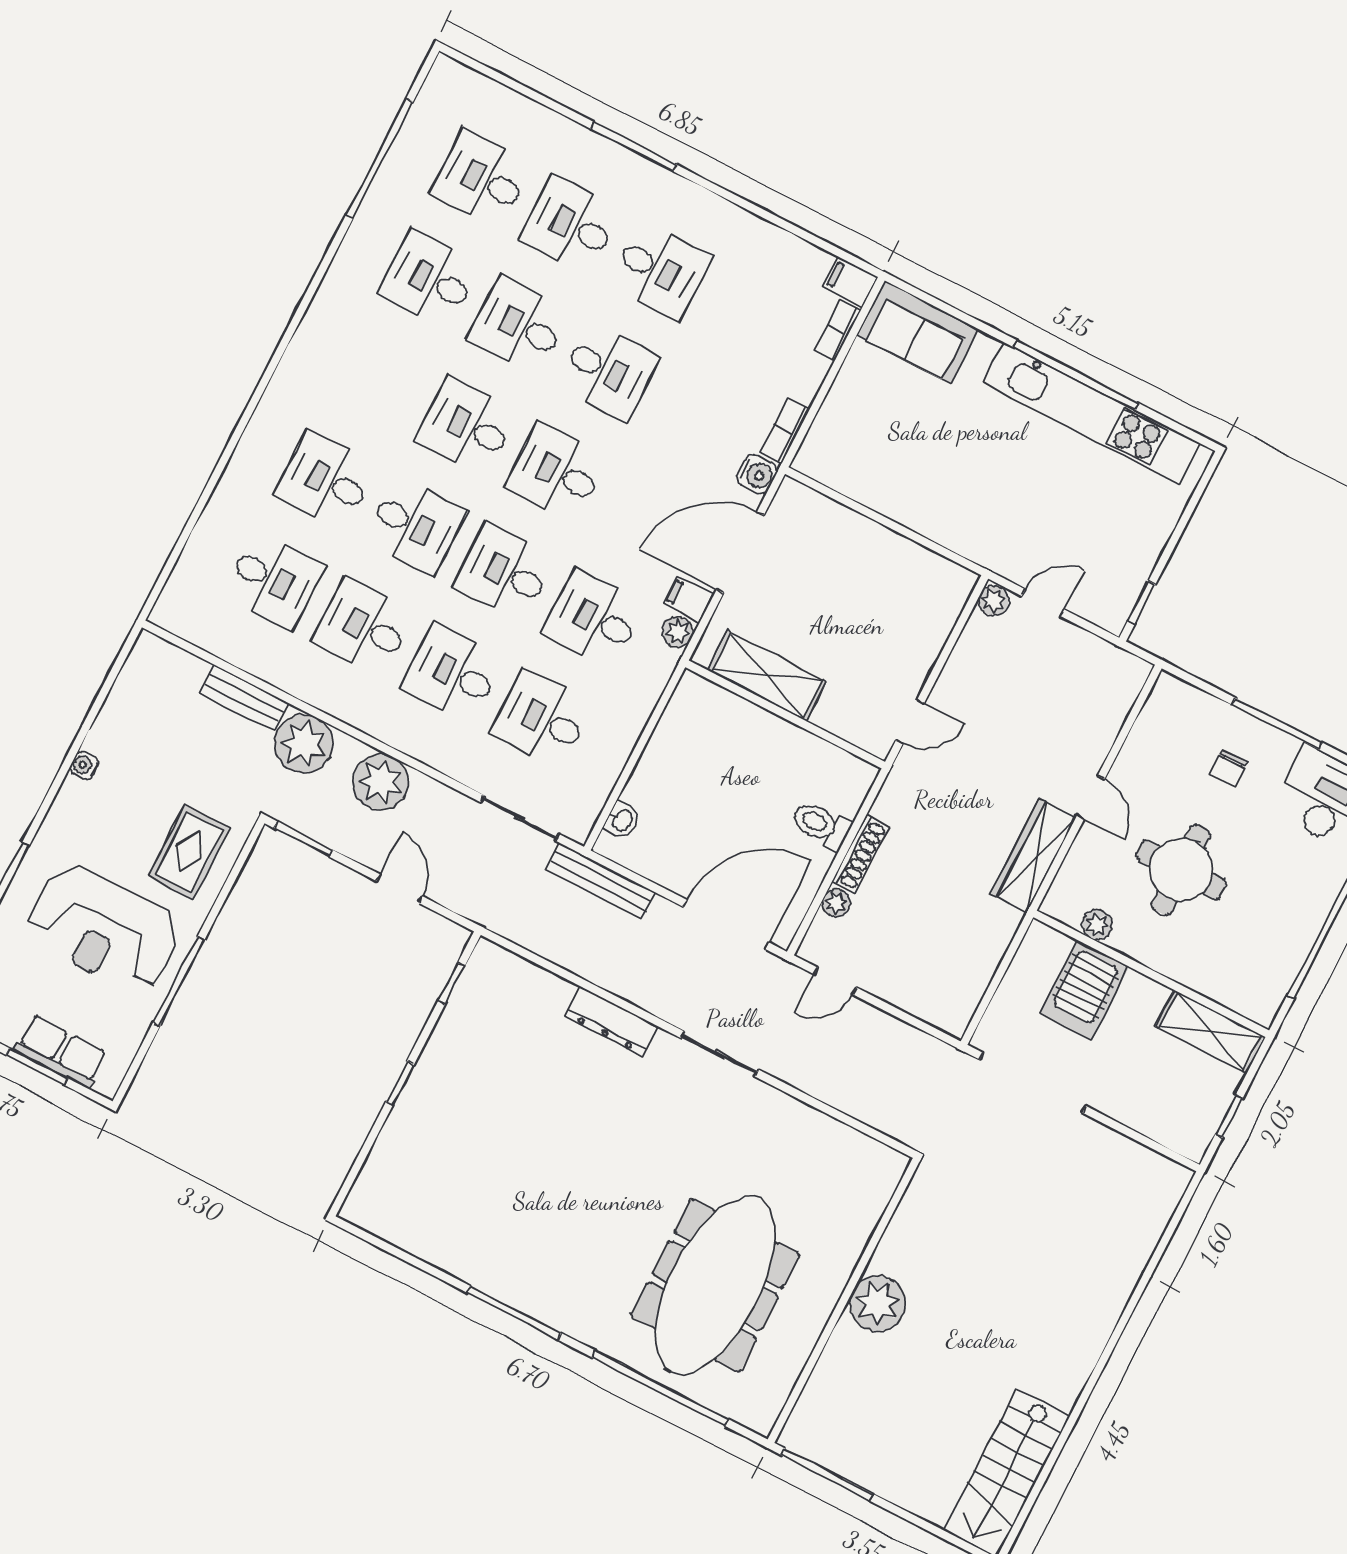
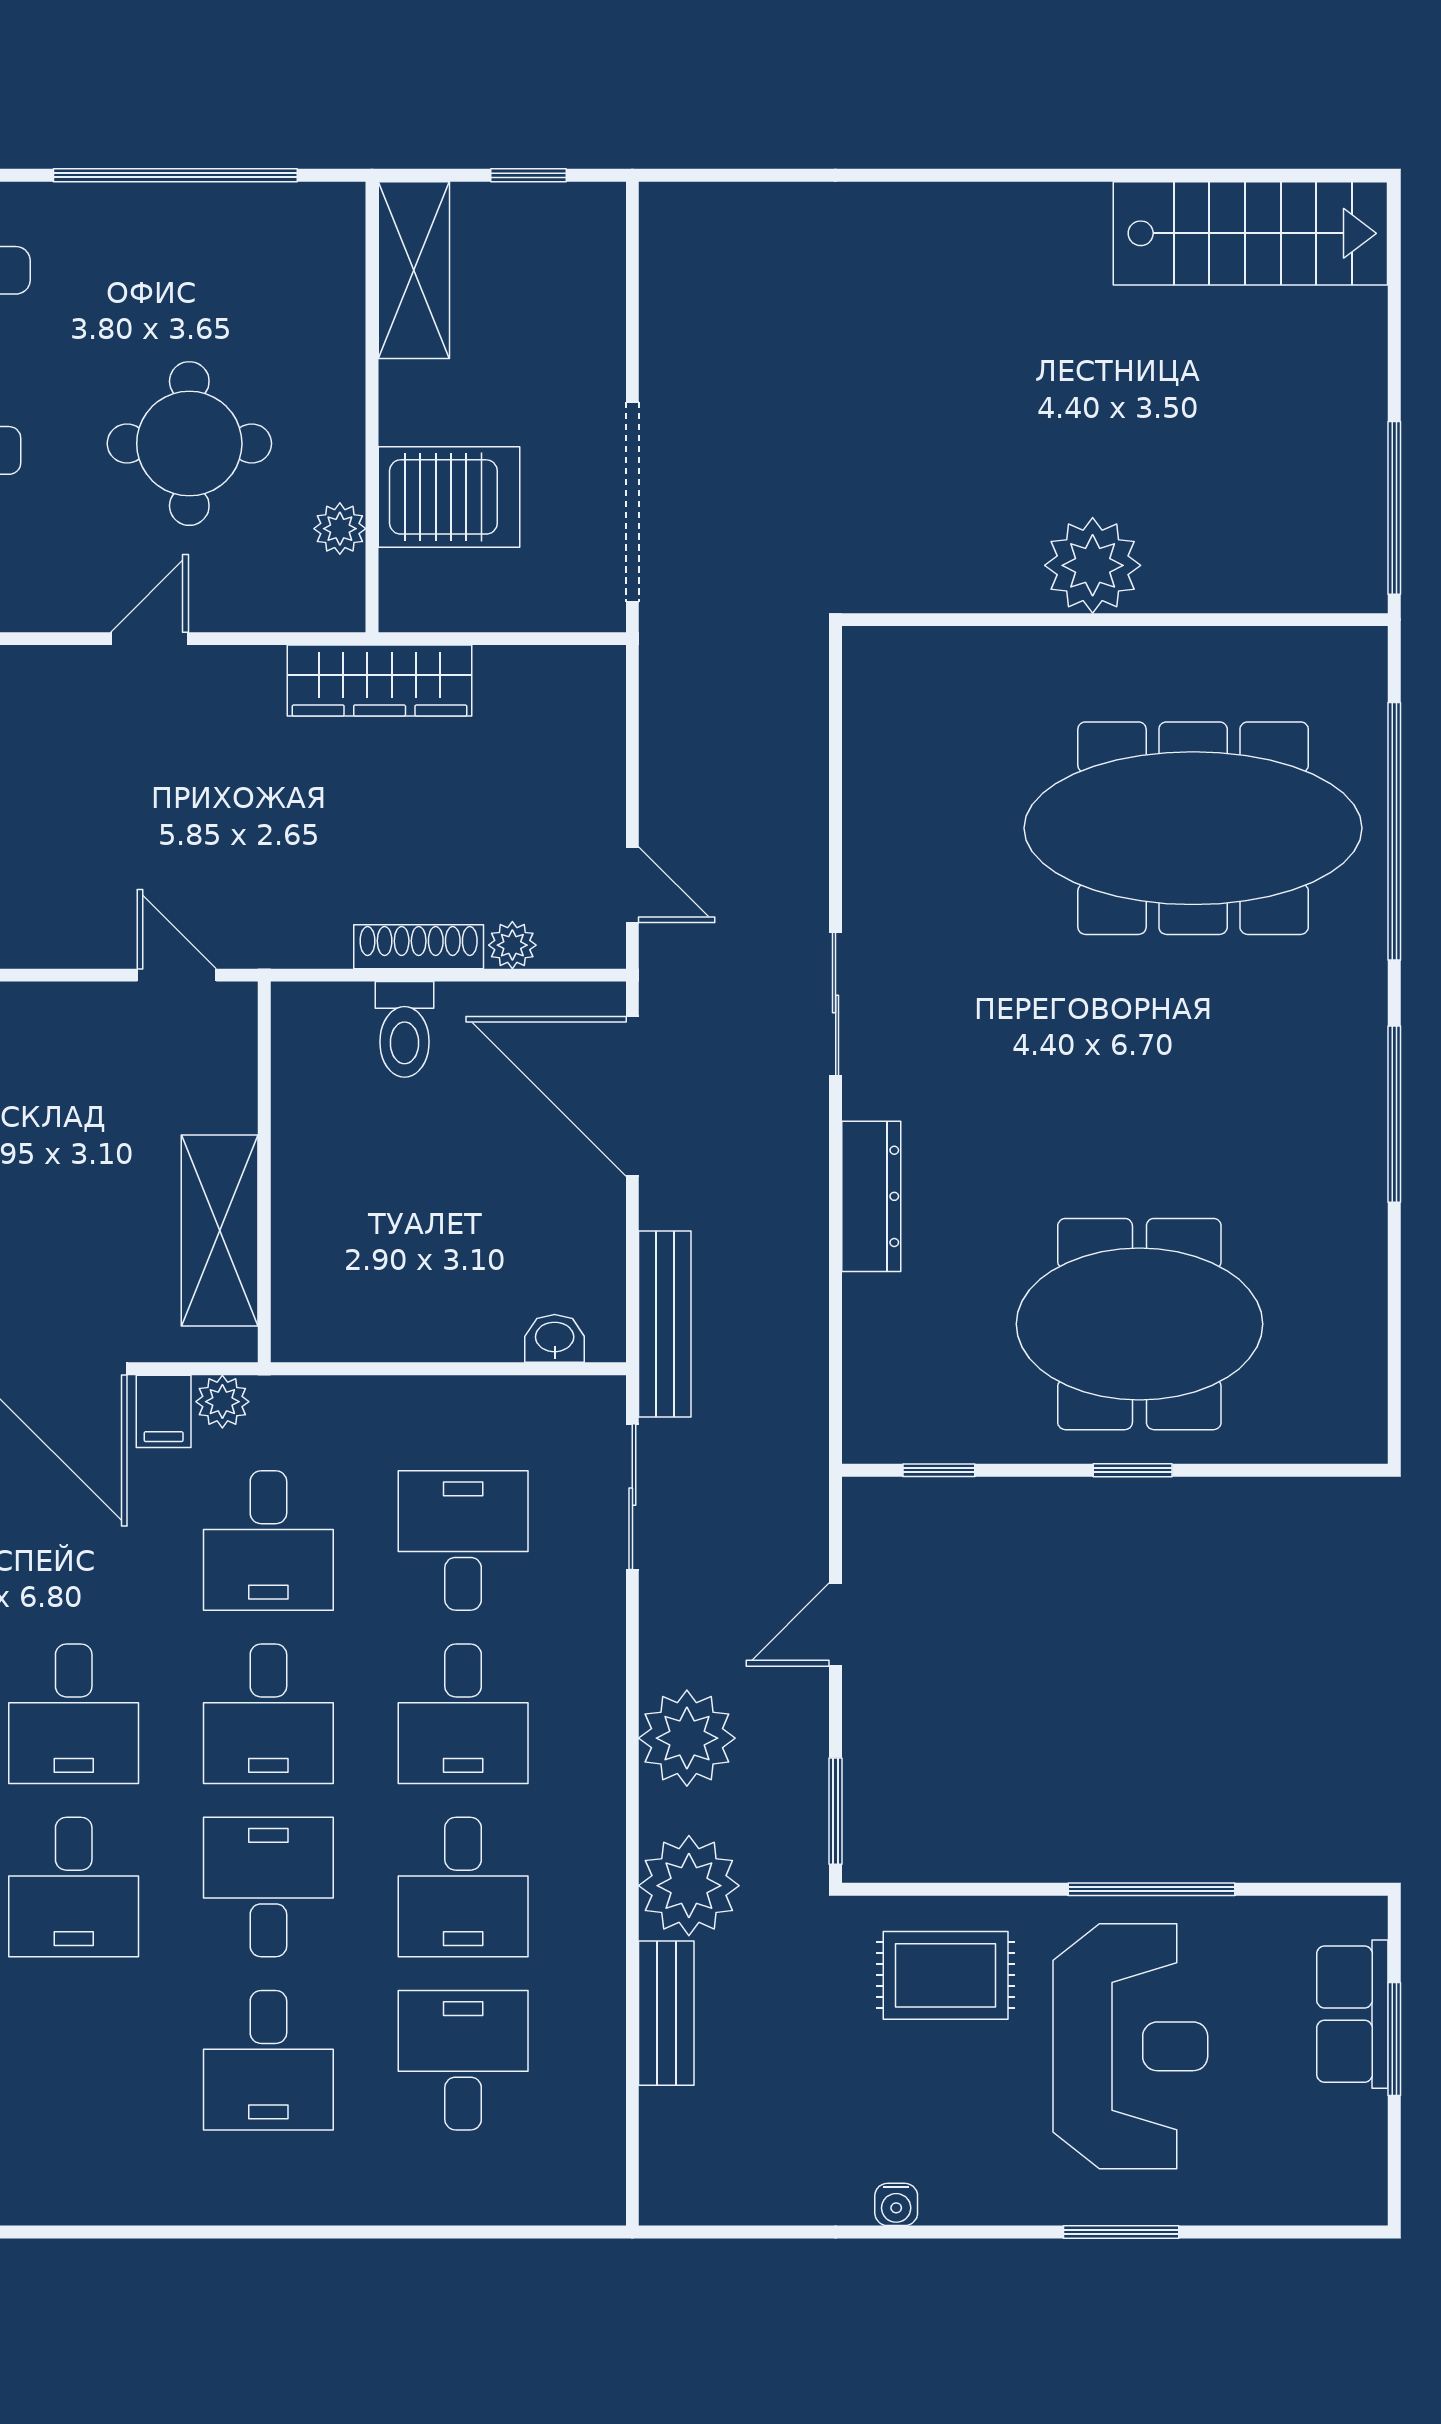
desk: (542, 719) -> (463, 1541), turned 180
wardrobe: (1033, 856) -> (380, 681), moved
meeting table: (474, 1126) -> (1139, 1324), added

